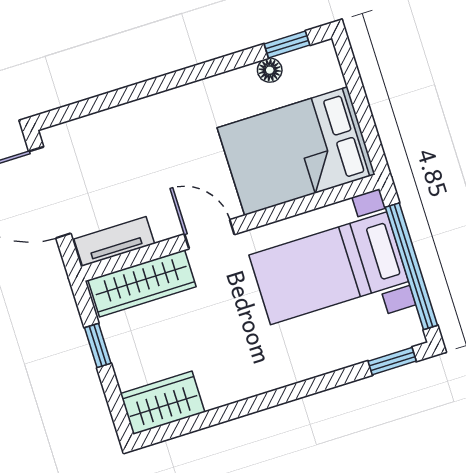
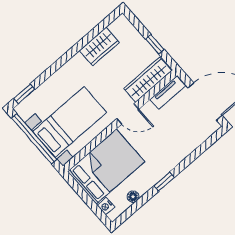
window: (287, 44) -> (164, 182), moved
nightstand: (330, 75) -> (106, 206), added
wardrobe: (163, 403) -> (99, 46), moved

